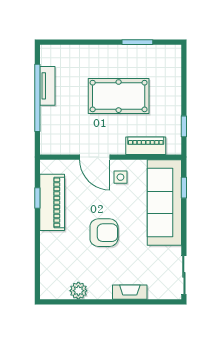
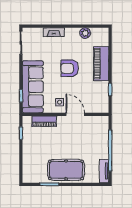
tv unit: (47, 86) -> (104, 171), moved
pool table: (119, 96) -> (66, 170), moved
piano: (52, 202) -> (101, 64), moved

